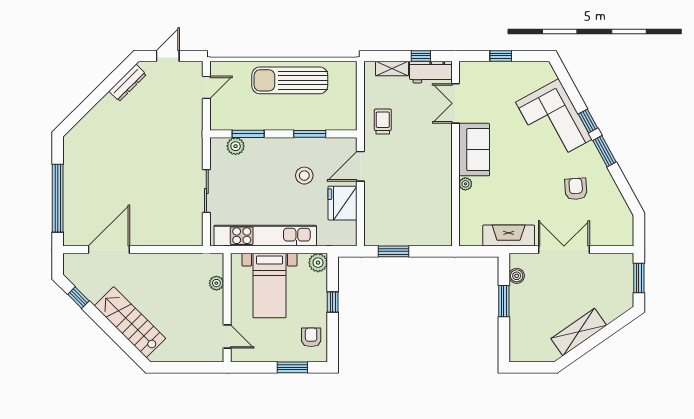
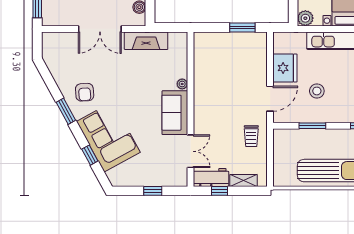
window: (588, 121) -> (90, 155), moved
armchair: (576, 189) -> (85, 92), moved

